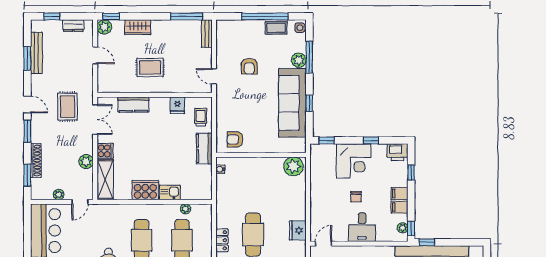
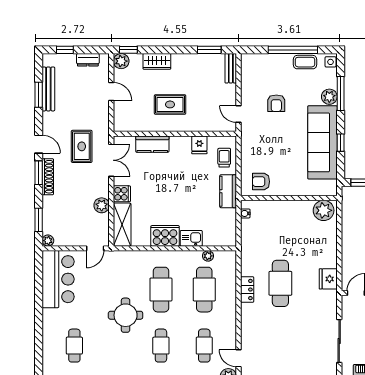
window: (187, 16) -> (209, 50), width x0.69
shoe rack: (36, 161) -> (48, 177), moved
plant: (59, 195) -> (48, 241), moved

